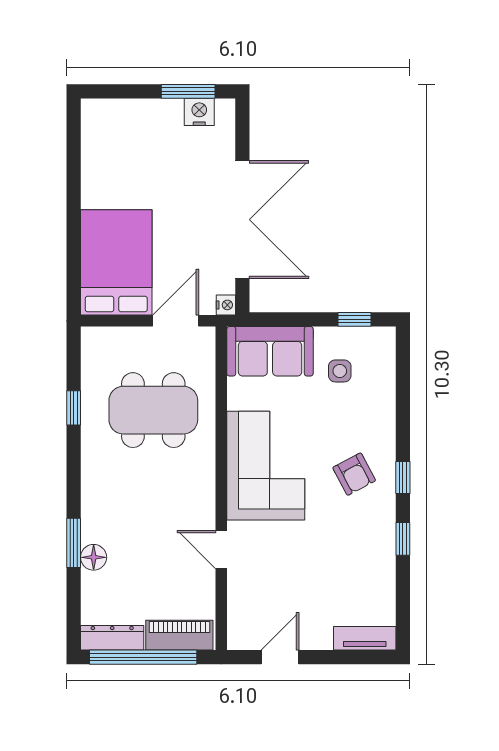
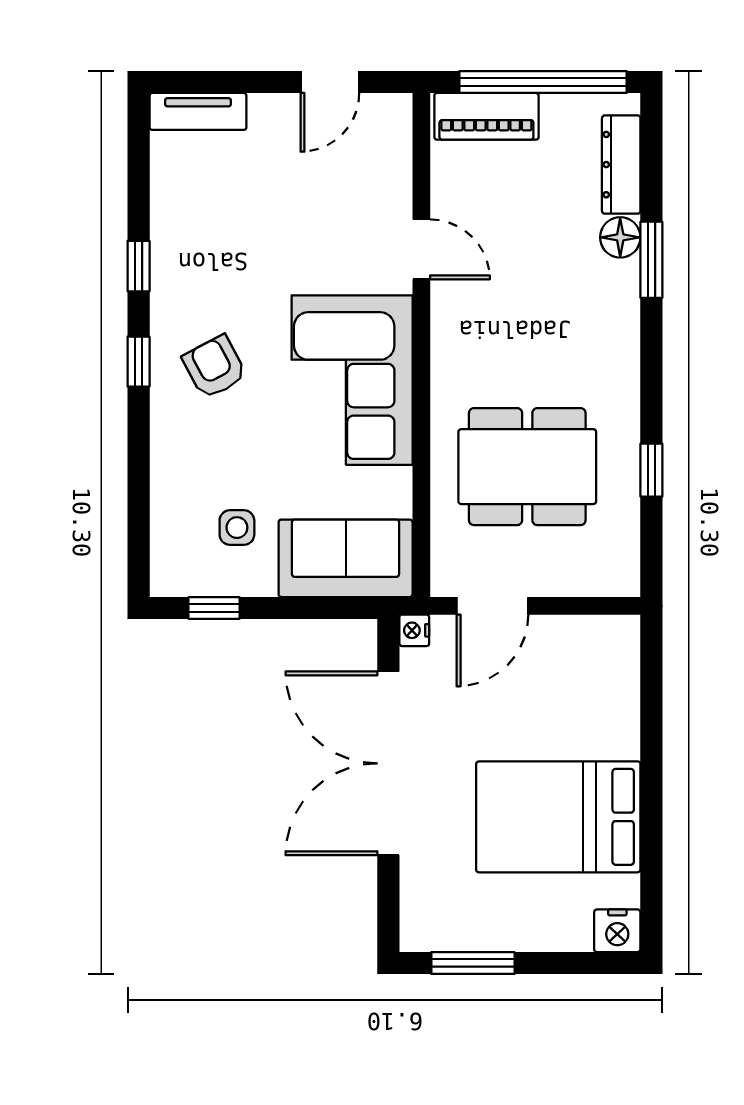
nightstand: (199, 112) -> (617, 931), moved
bed: (116, 262) -> (558, 817), moved, turned 90
dresser: (112, 638) -> (621, 165), moved, turned 90

